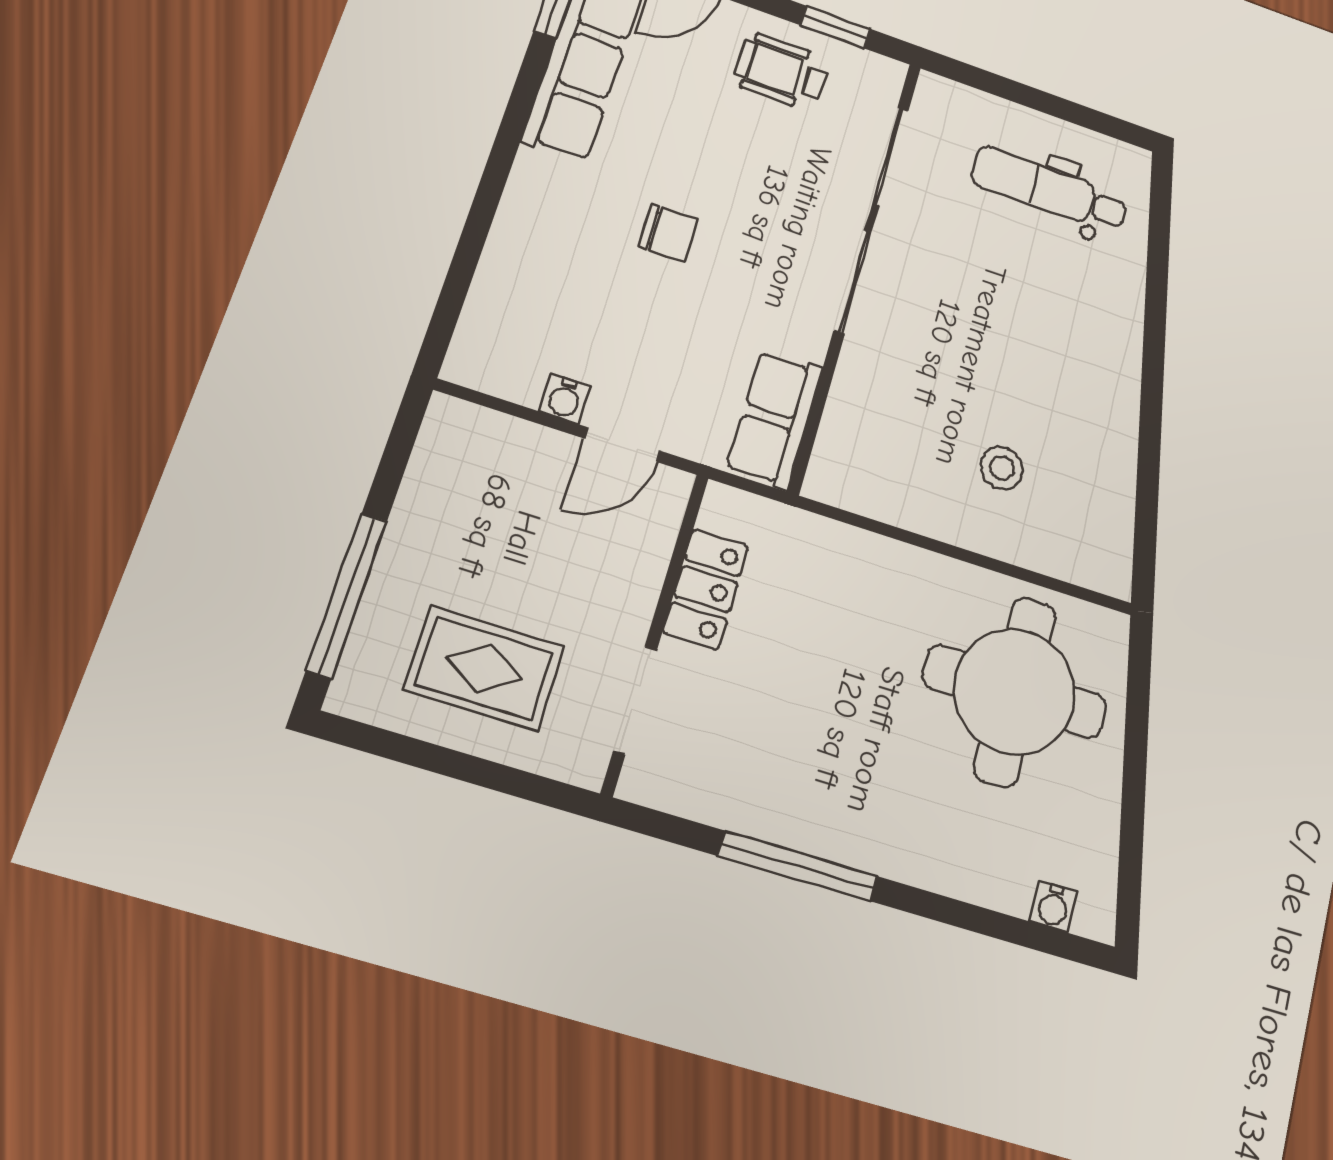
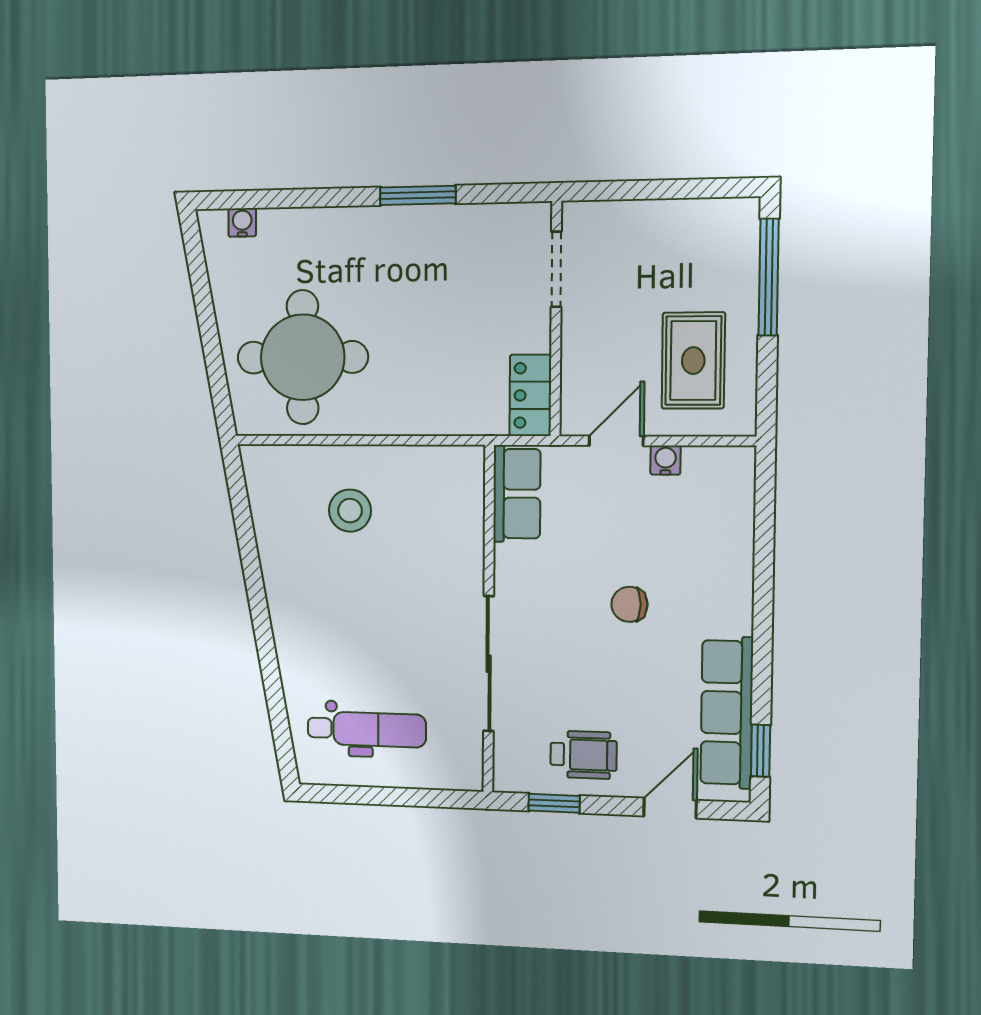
sliding door: (872, 219) -> (489, 664), width x0.73
stool: (1002, 468) -> (350, 511), width x1.37, depth x1.37
locker: (706, 589) -> (530, 395), moved
rug: (484, 668) -> (693, 361), moved, turned 90
window: (798, 866) -> (418, 195), width x0.69

